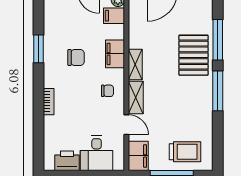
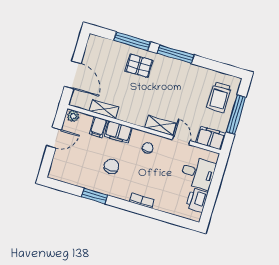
filing cabinet: (114, 16) -> (98, 127), moved
pallet: (193, 55) -> (139, 66), width x0.67, depth x0.71
shelving: (135, 65) -> (104, 109), moved
door: (126, 125) -> (181, 140), hinge flipped
trolley: (185, 152) -> (219, 97), turned 180

